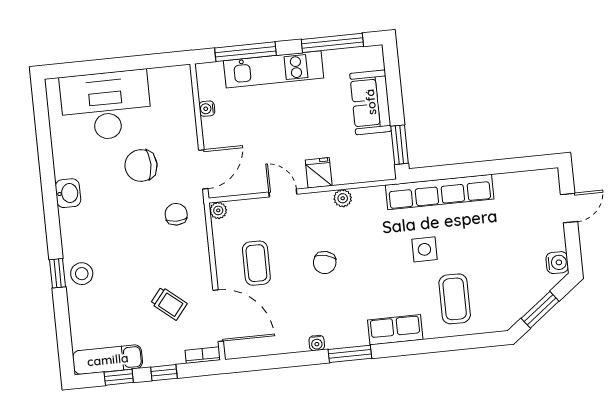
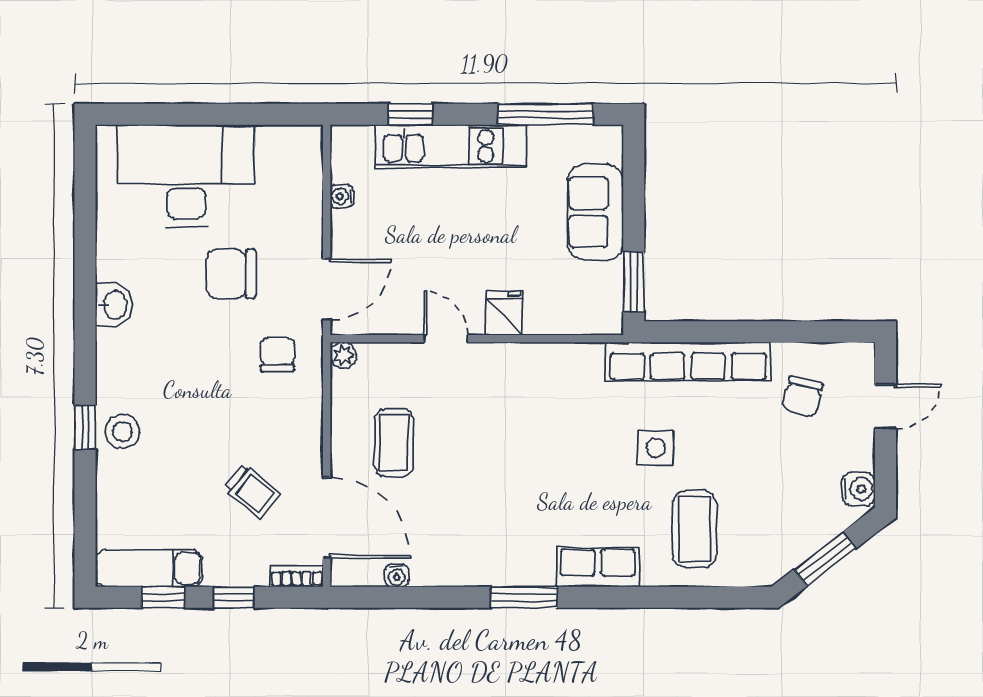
window: (245, 52) -> (410, 114), width x0.46
plant: (343, 198) -> (537, 356), removed
chair: (325, 263) -> (802, 397), moved
water cooler: (317, 343) -> (397, 575), moved

